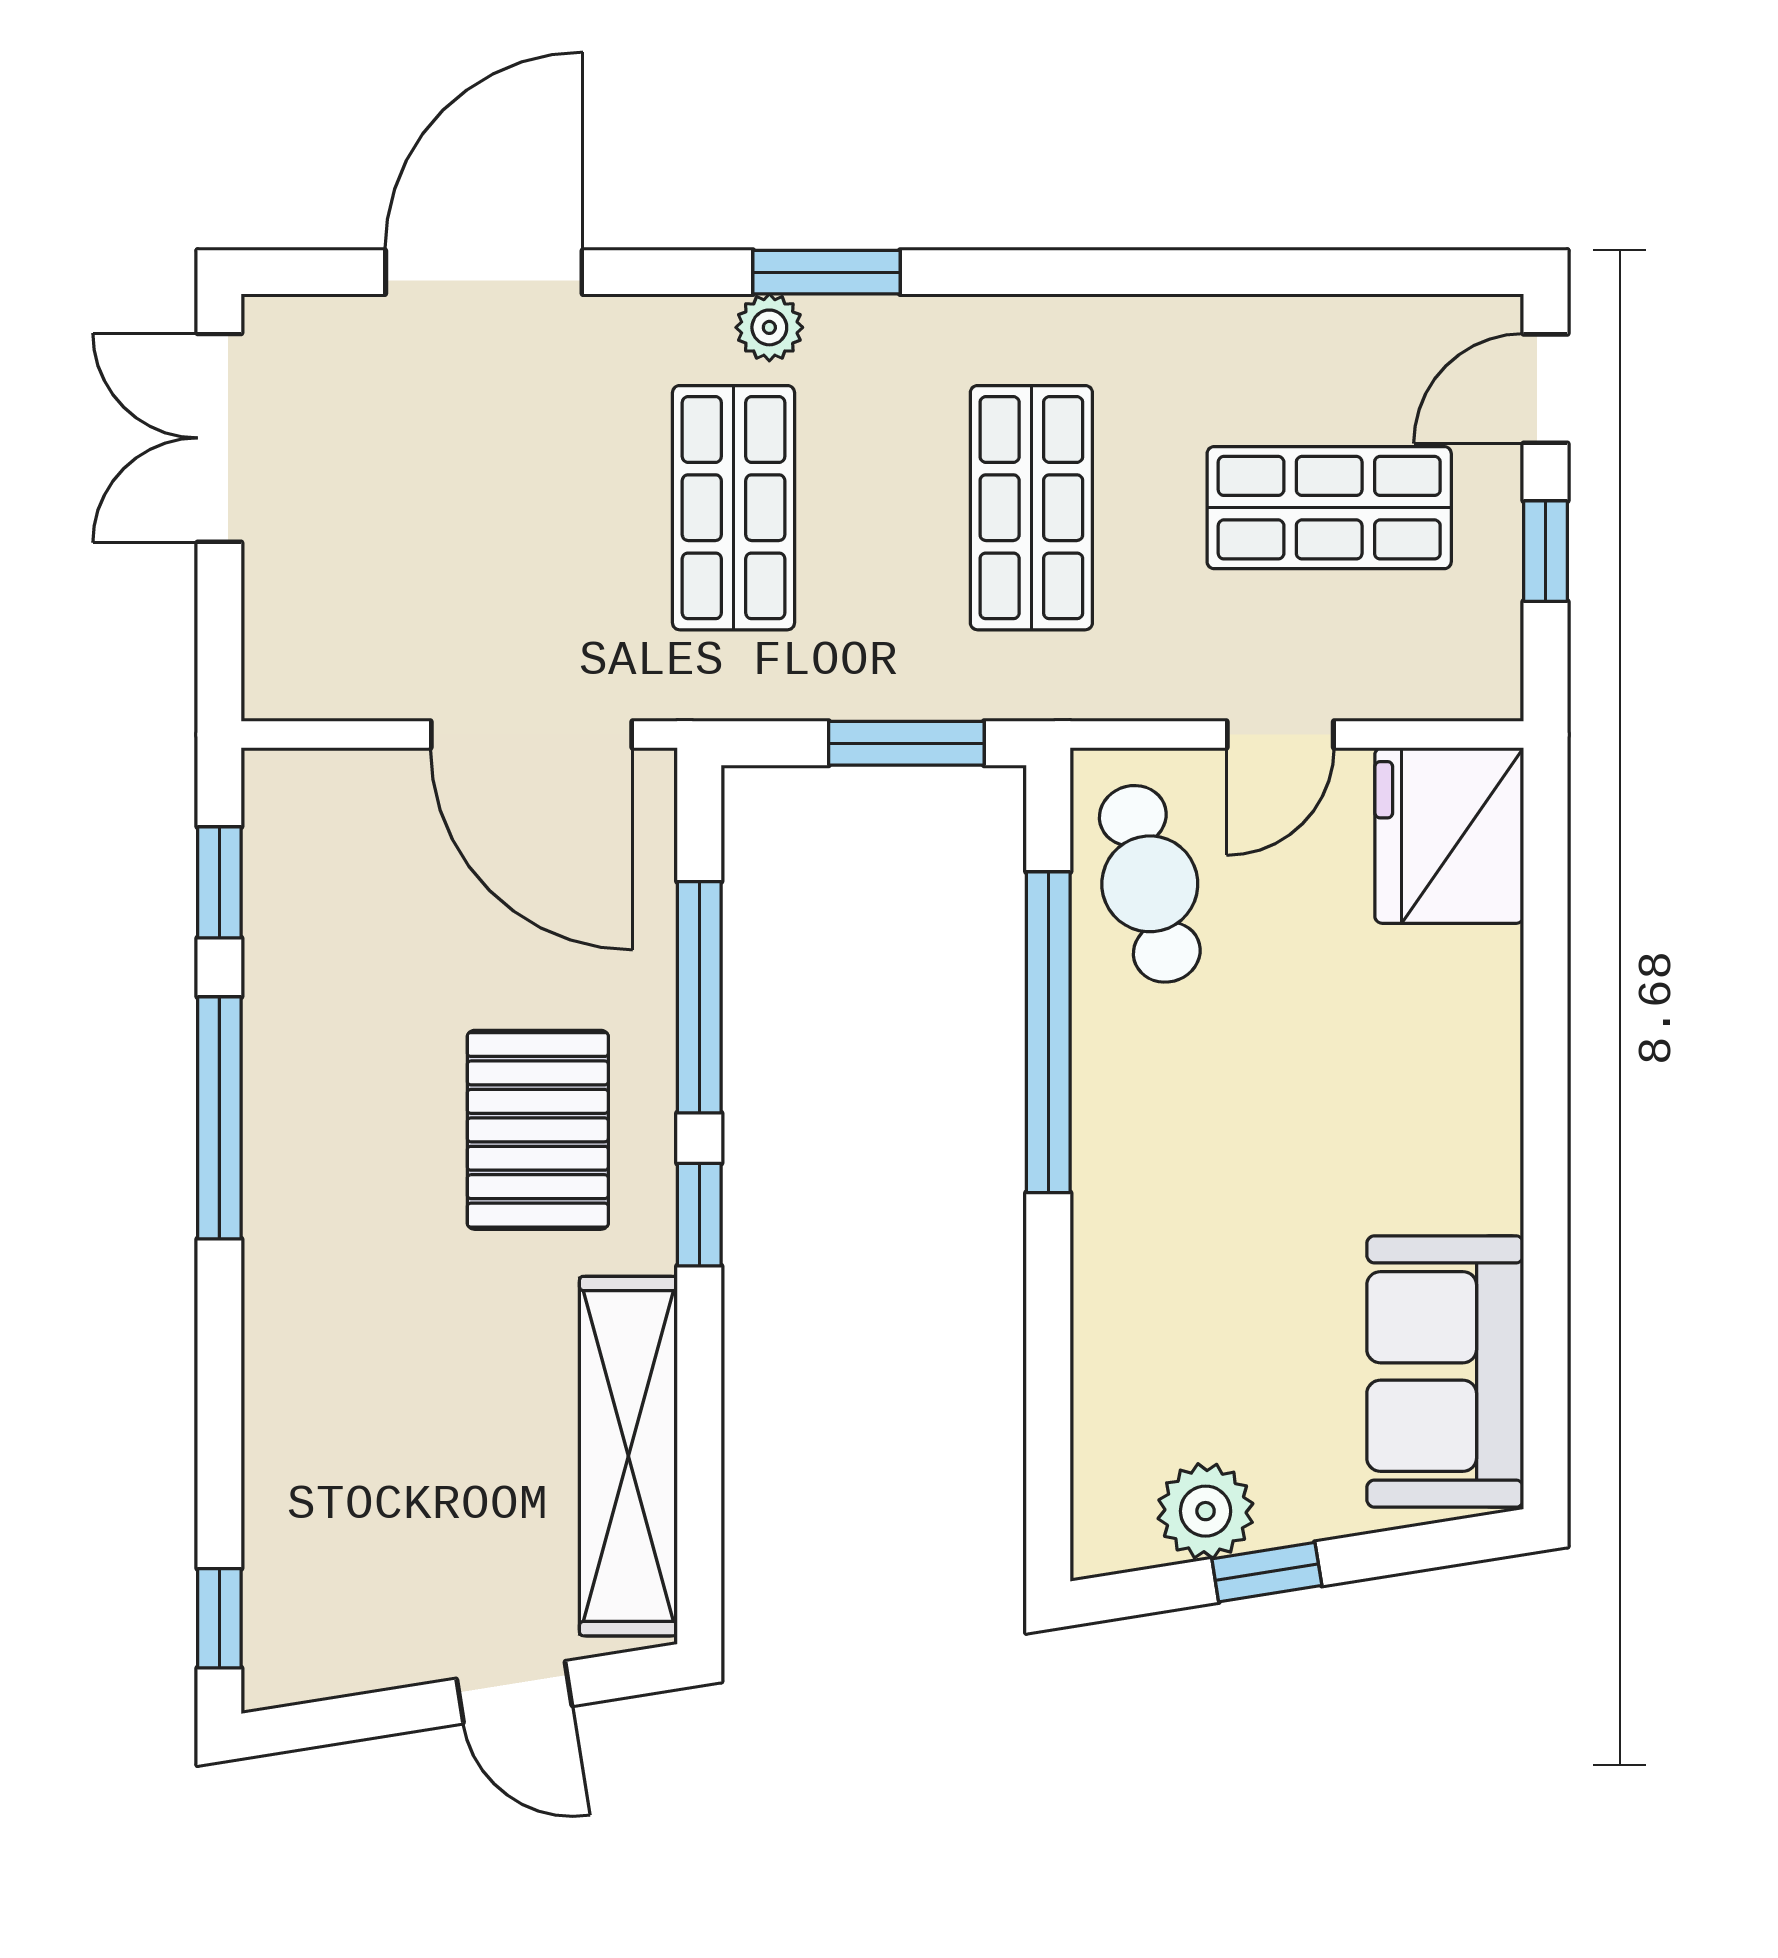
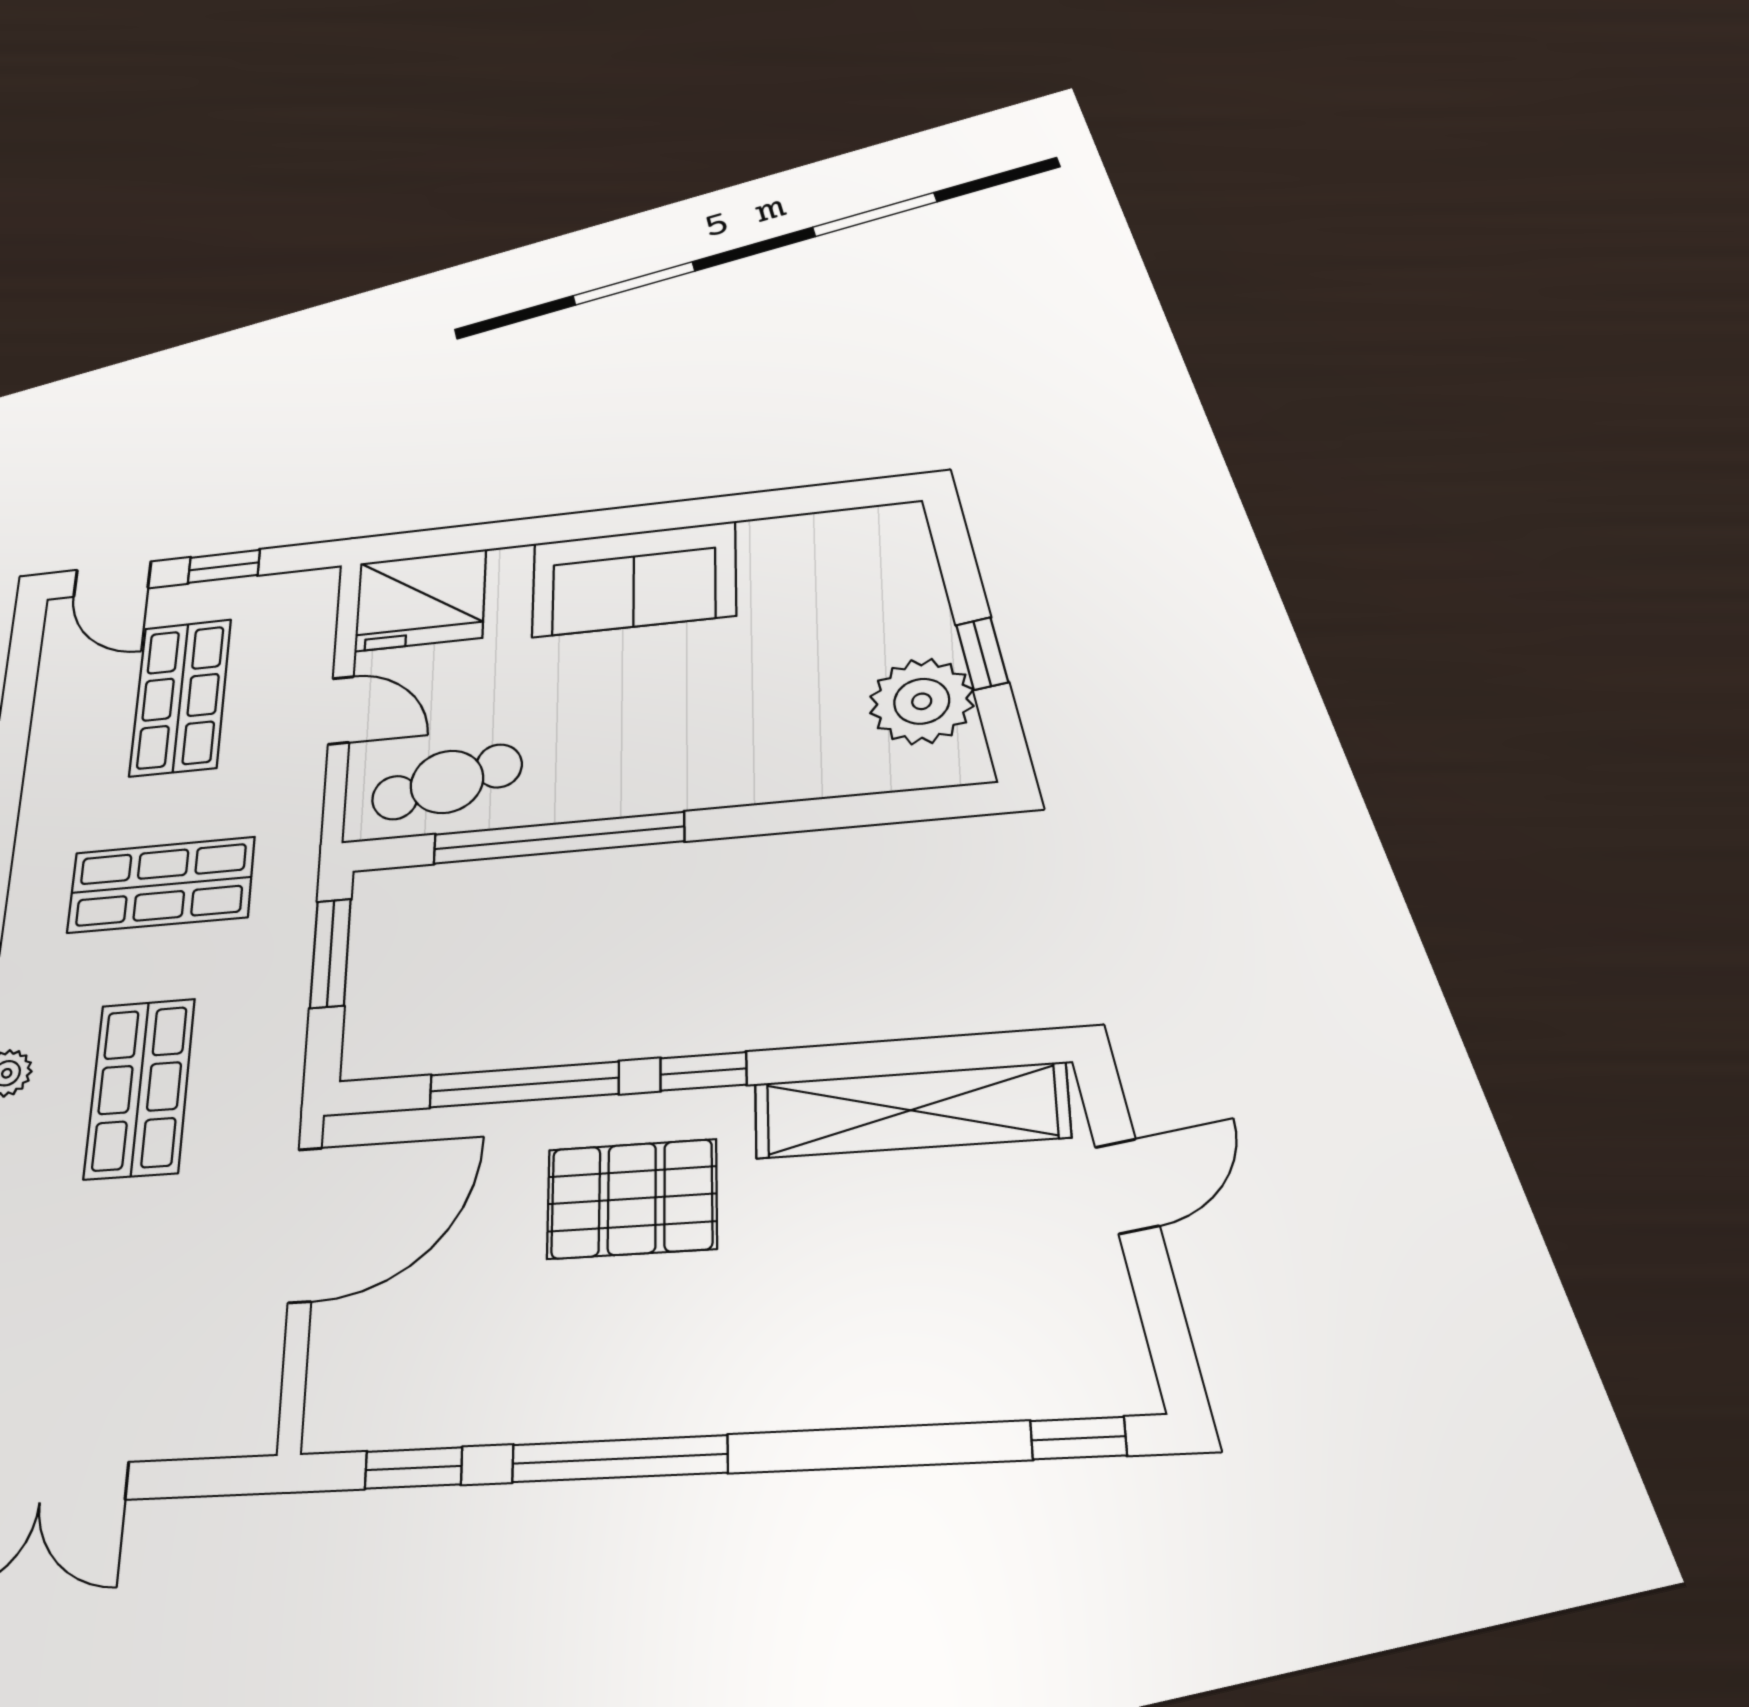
shop shelf: (734, 508) -> (140, 1088), turned 90
sofa: (1445, 1371) -> (634, 579), moved
plant: (1206, 1511) -> (922, 701), width x1.36, depth x1.36

